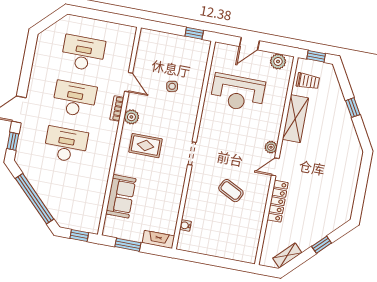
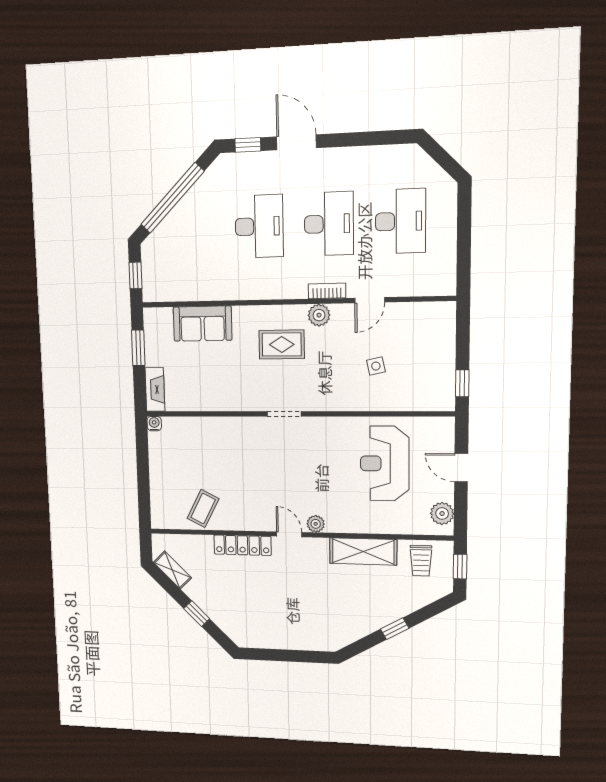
rug: (146, 146) -> (282, 344), turned 90
coffee table: (231, 191) -> (203, 509), moved
water cooler: (185, 225) -> (154, 424), moved

